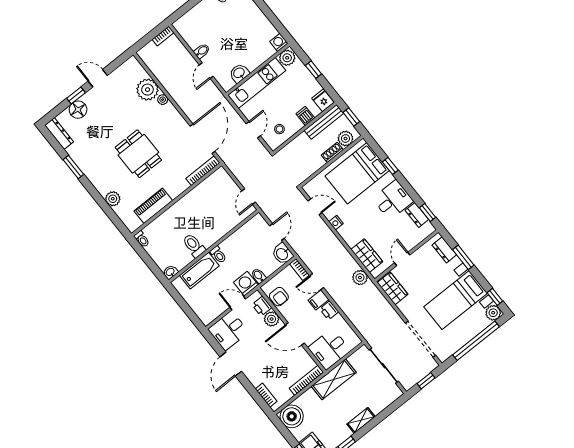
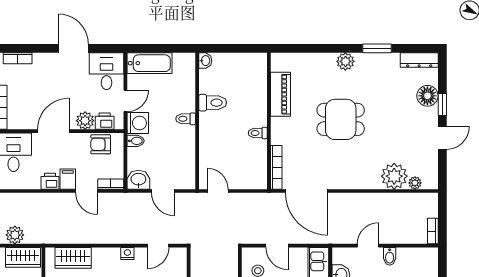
door: (206, 71) -> (368, 246), hinge flipped
plant: (163, 100) -> (415, 183), moved
plant: (113, 199) -> (345, 61), moved
toilet: (142, 239) -> (258, 133), moved
bathtub: (199, 271) -> (149, 63), moved, turned -90
plant: (360, 278) -> (15, 235), moved
door: (317, 282) -> (86, 191), swing flipped

